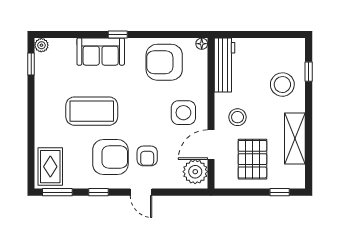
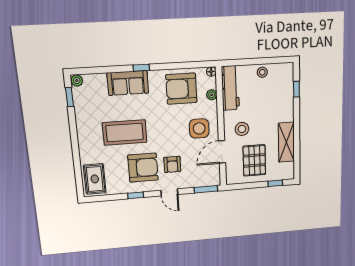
stool: (282, 85) -> (262, 72), moved, width x0.53, depth x0.53
plant: (195, 172) -> (212, 95), moved, width x0.53, depth x0.53
window: (57, 192) -> (206, 189), moved

